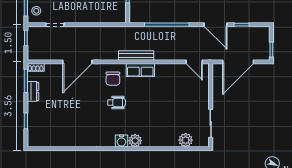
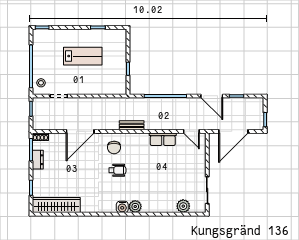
bench: (136, 55) -> (132, 125), width x0.73
row of seats: (140, 70) -> (163, 139), moved
wardrobe: (52, 139) -> (56, 205), added

